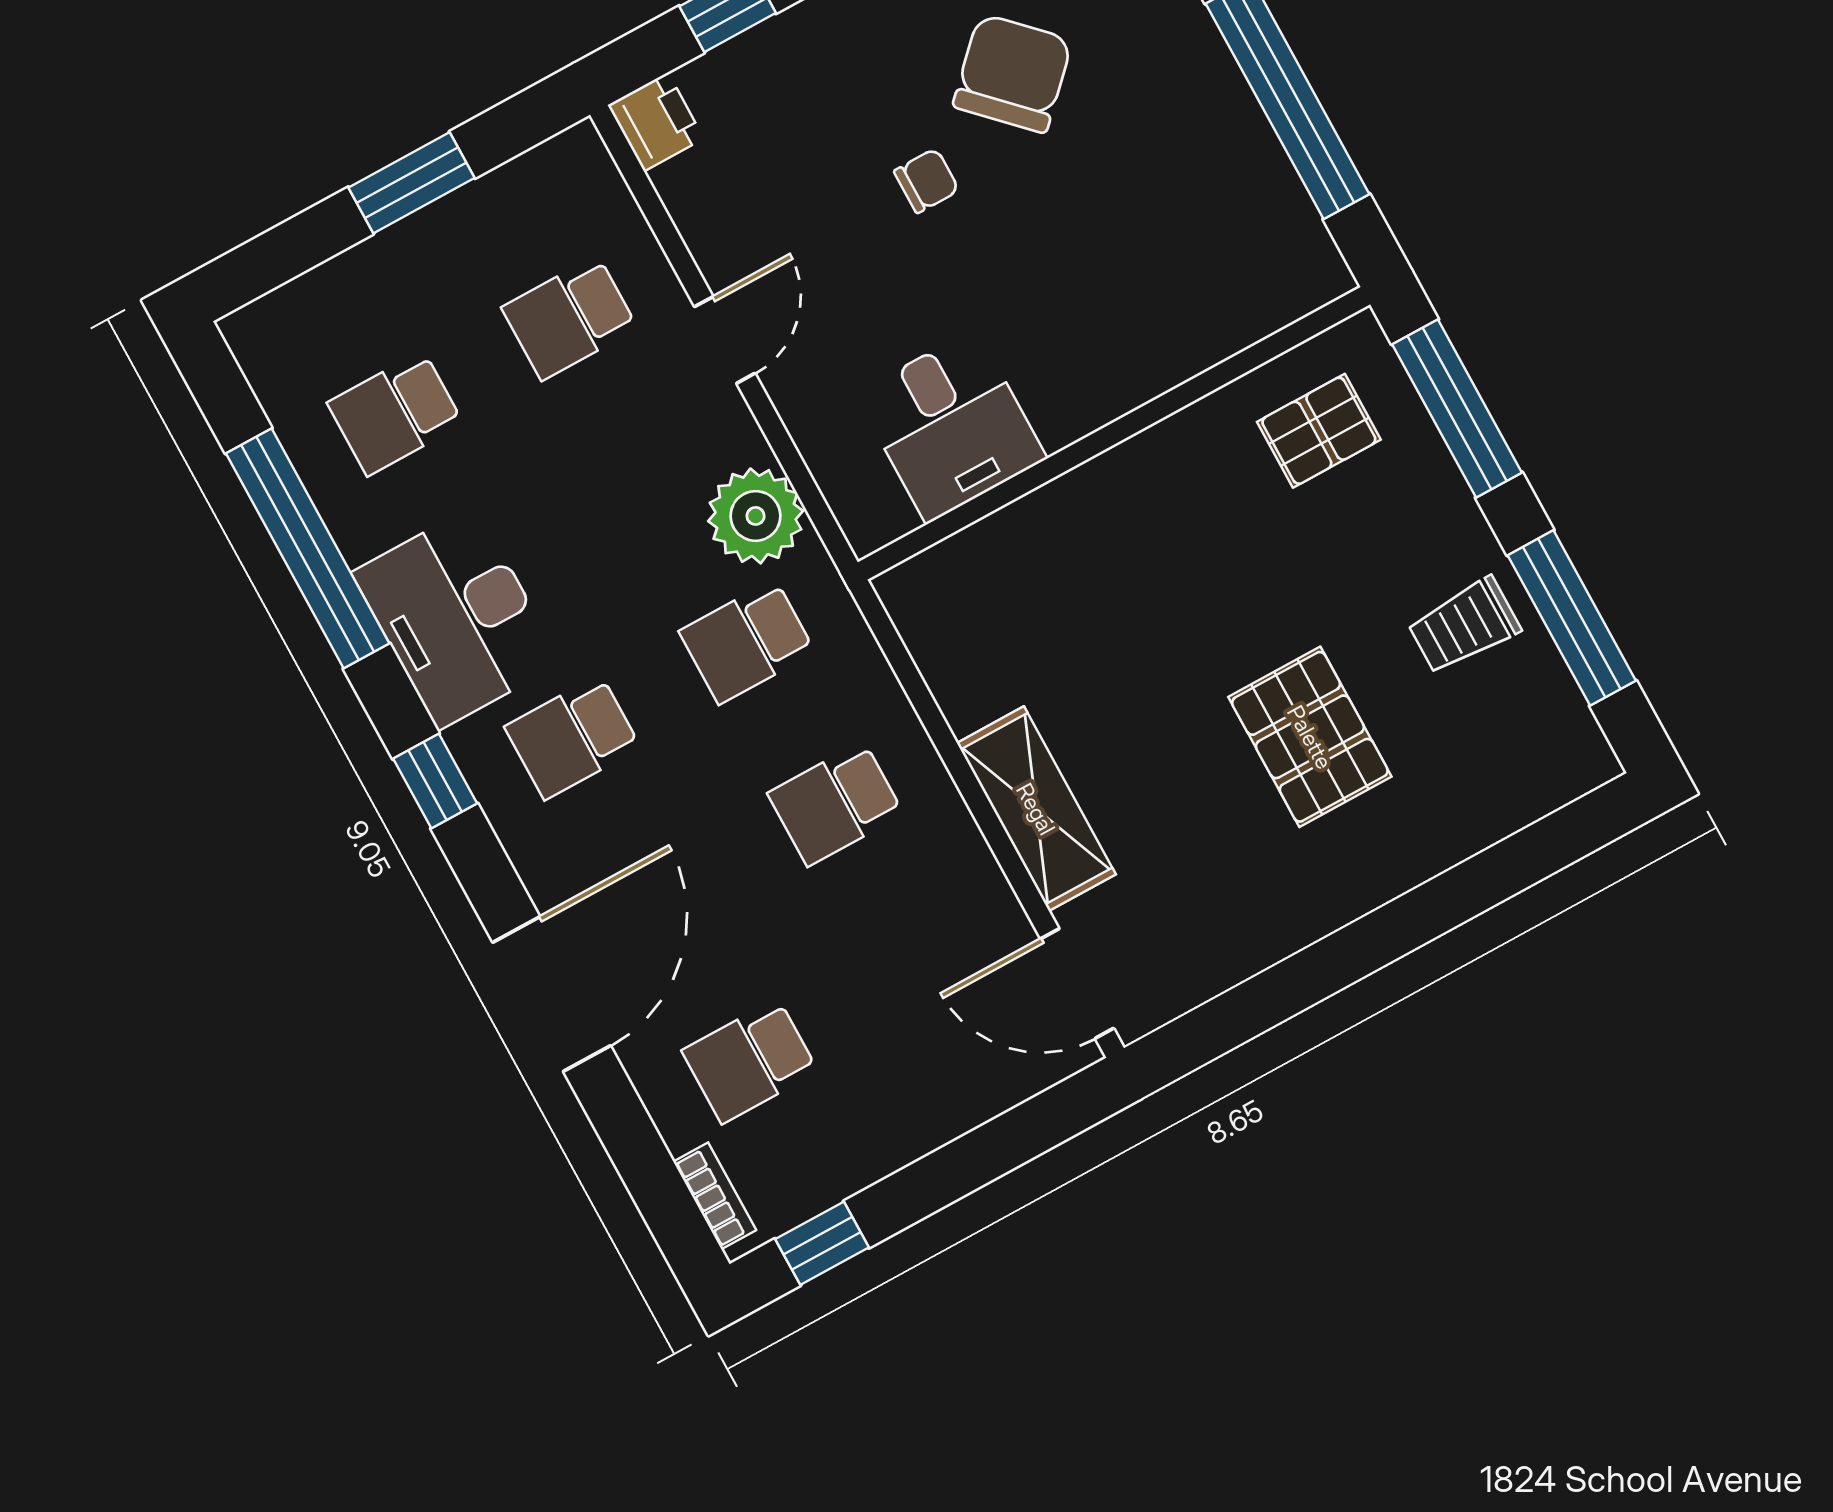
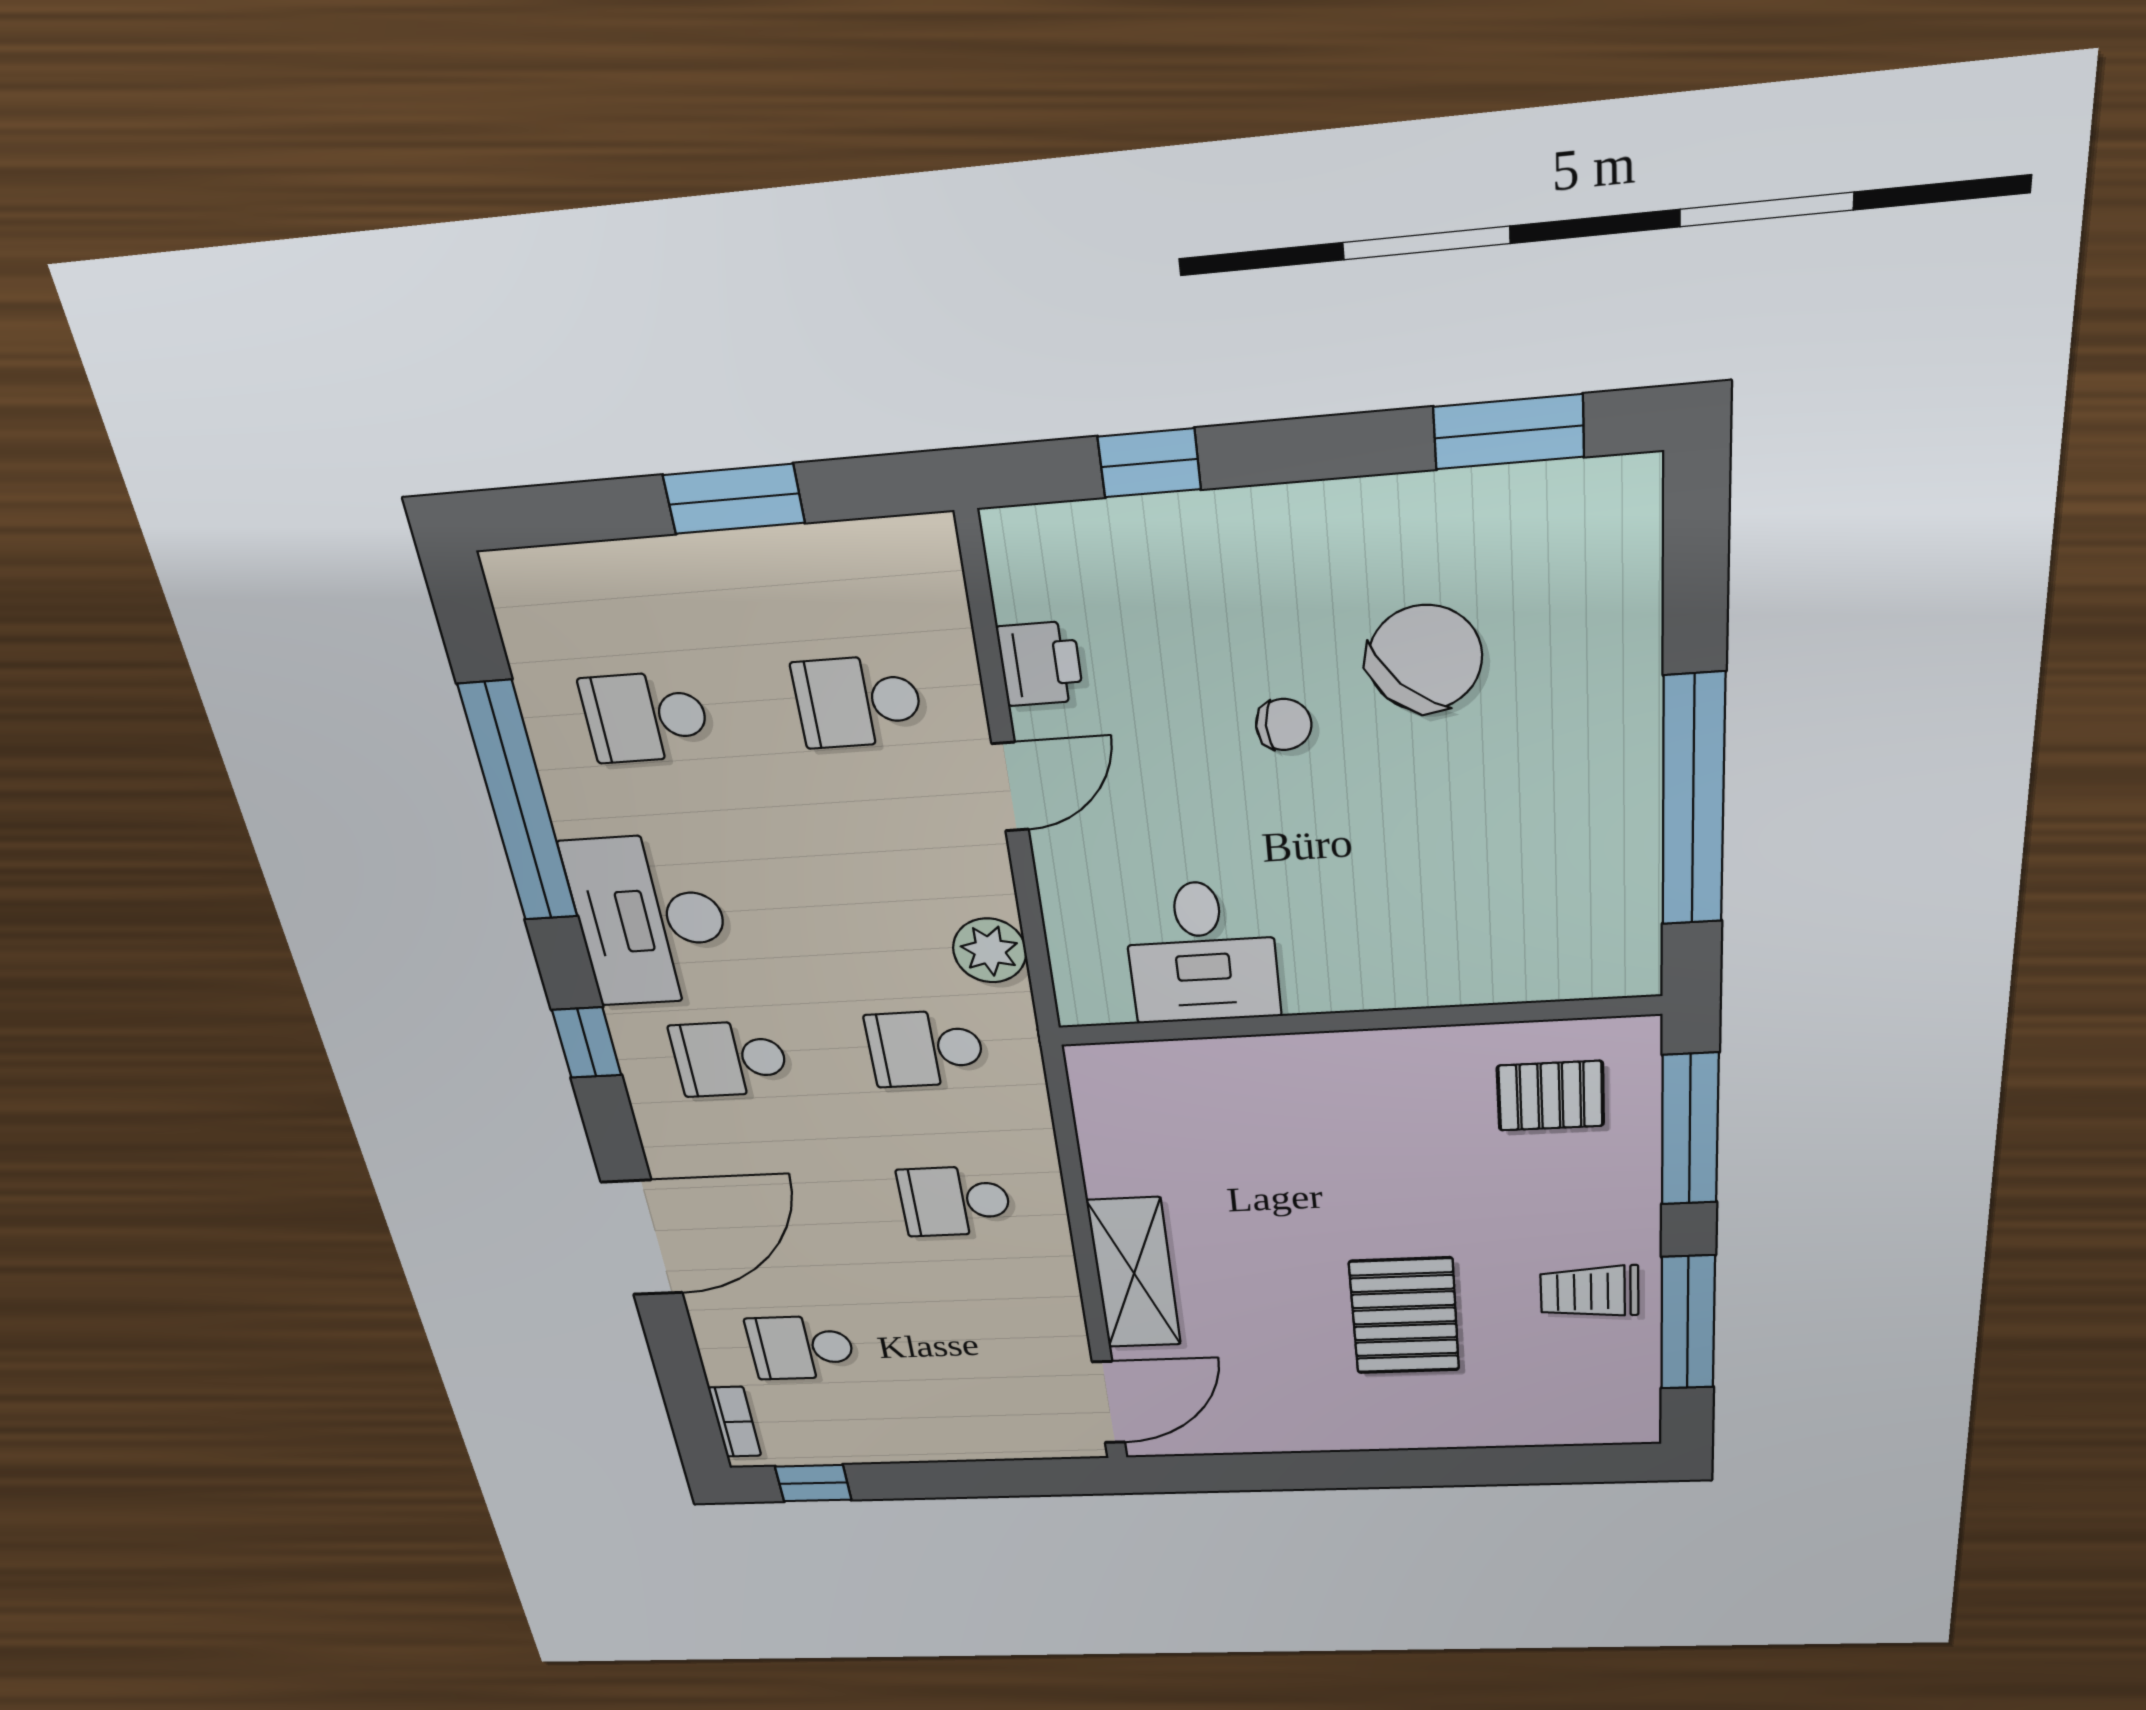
printer: (656, 122) -> (1040, 664), moved
plant: (756, 516) -> (990, 950), width x0.73, depth x0.73
door: (1077, 984) -> (1109, 1402), swing flipped

